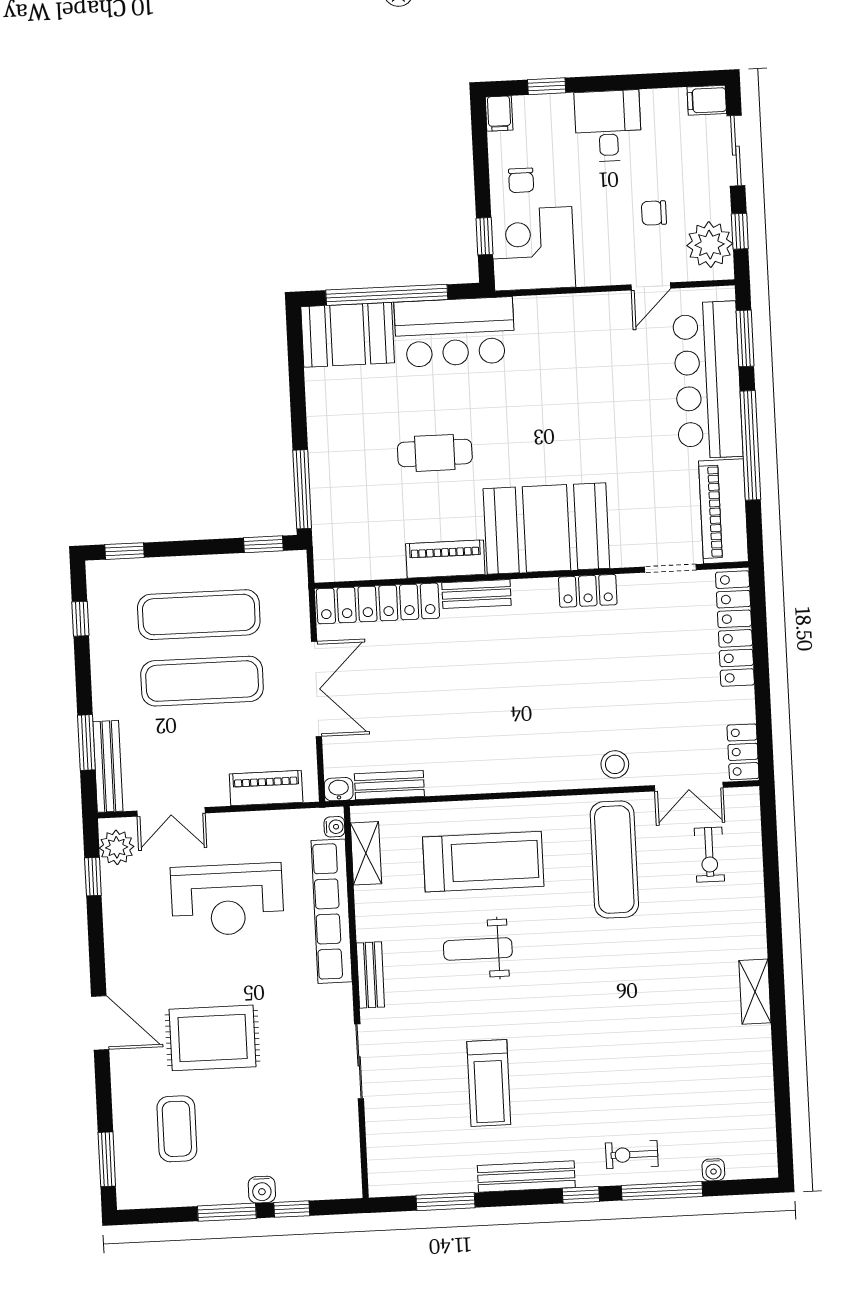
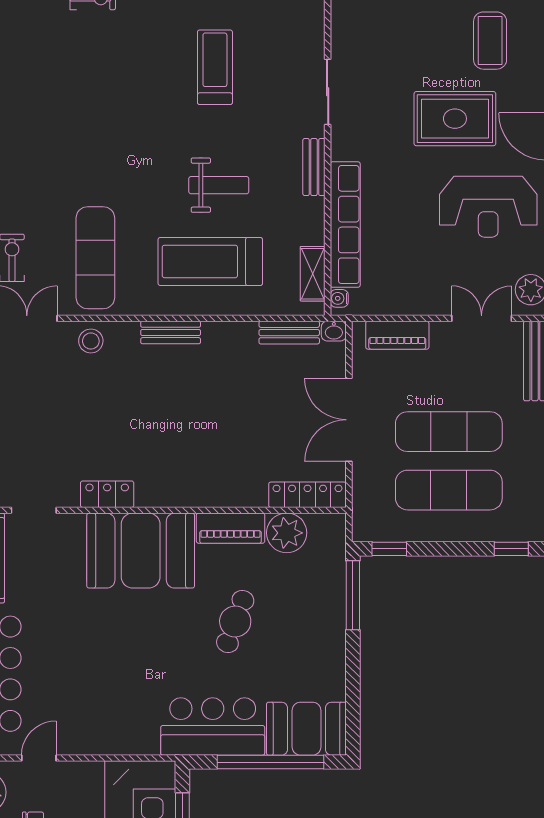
cafe table: (435, 453) -> (235, 622), turned -70
plant: (381, 557) -> (287, 533), added
bench: (476, 594) -> (171, 332), moved
locker: (378, 603) -> (308, 495), width x0.71, depth x0.83
reception desk: (227, 900) -> (488, 207), moved, turned 180

